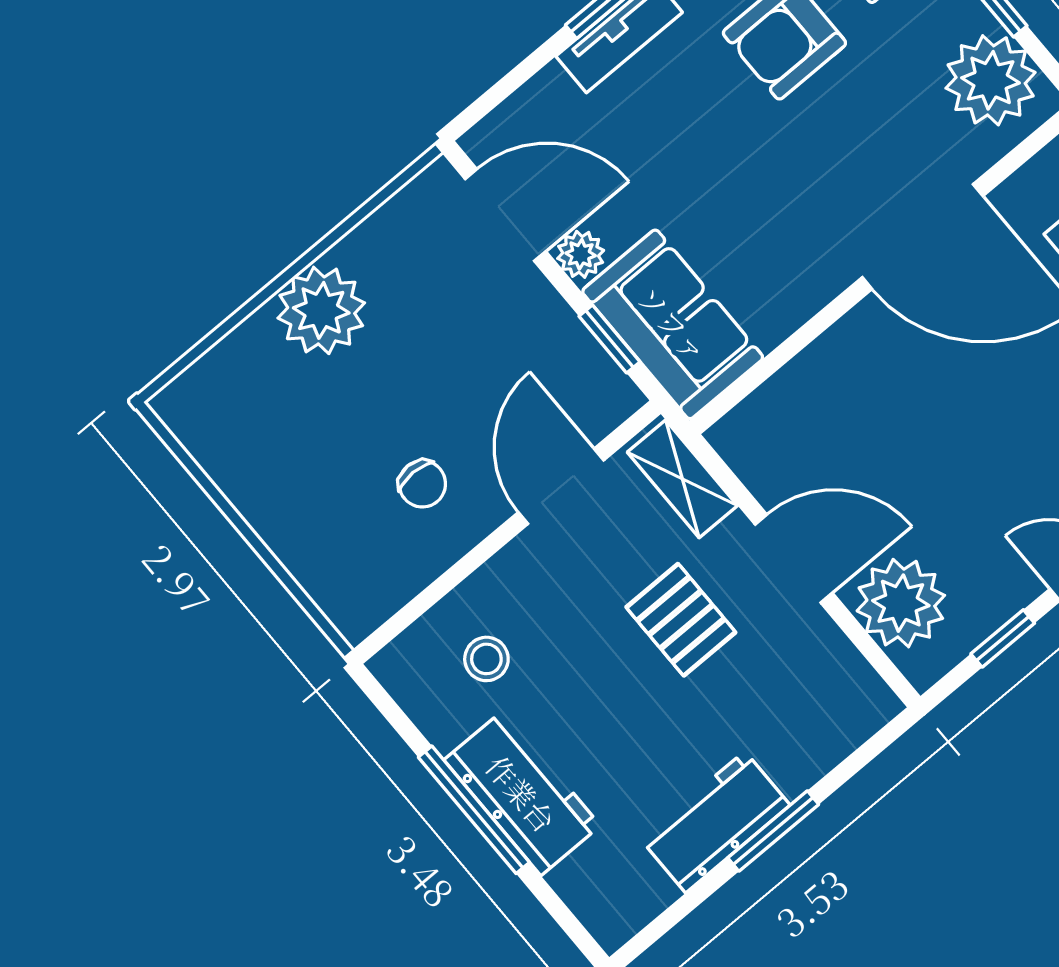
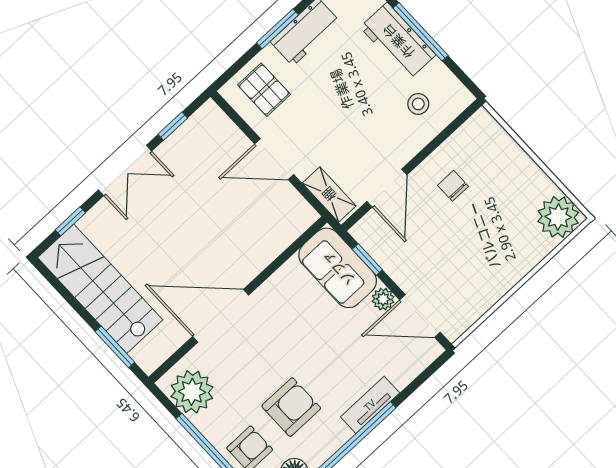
plant: (321, 310) -> (558, 217), moved
plant: (901, 603) -> (222, 141), removed
pallet: (681, 620) -> (264, 90), moved

